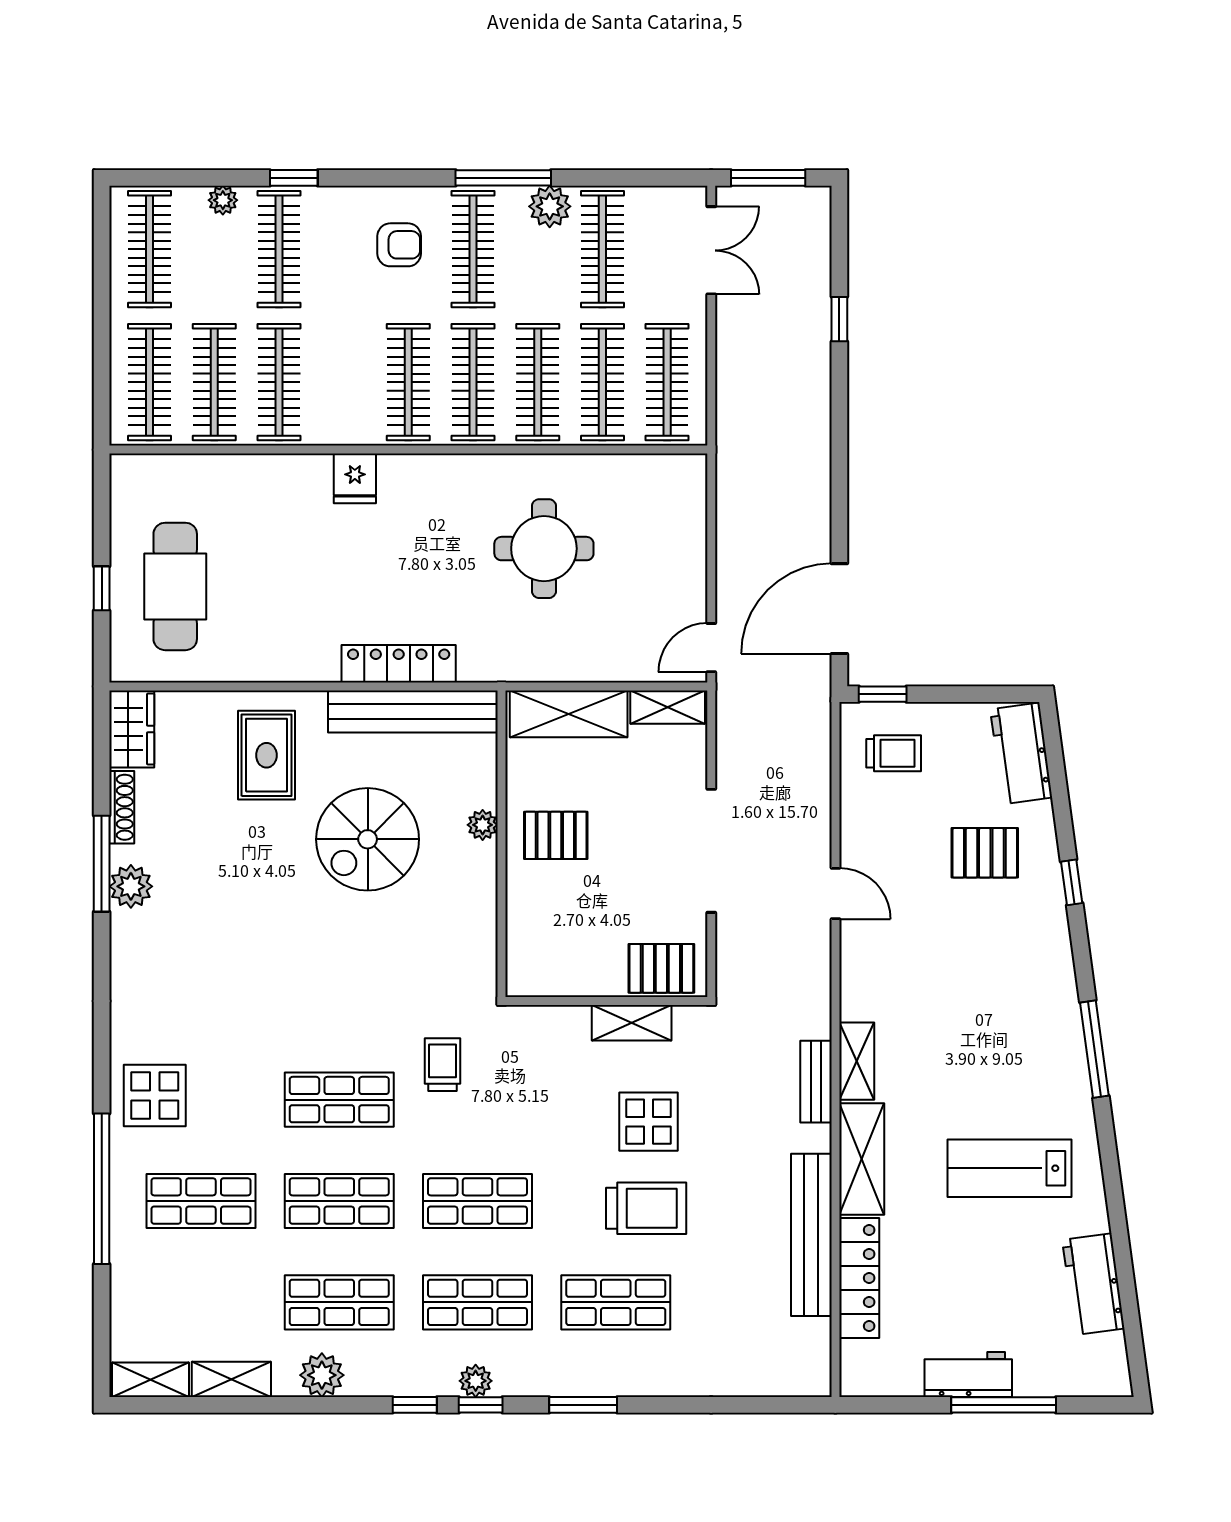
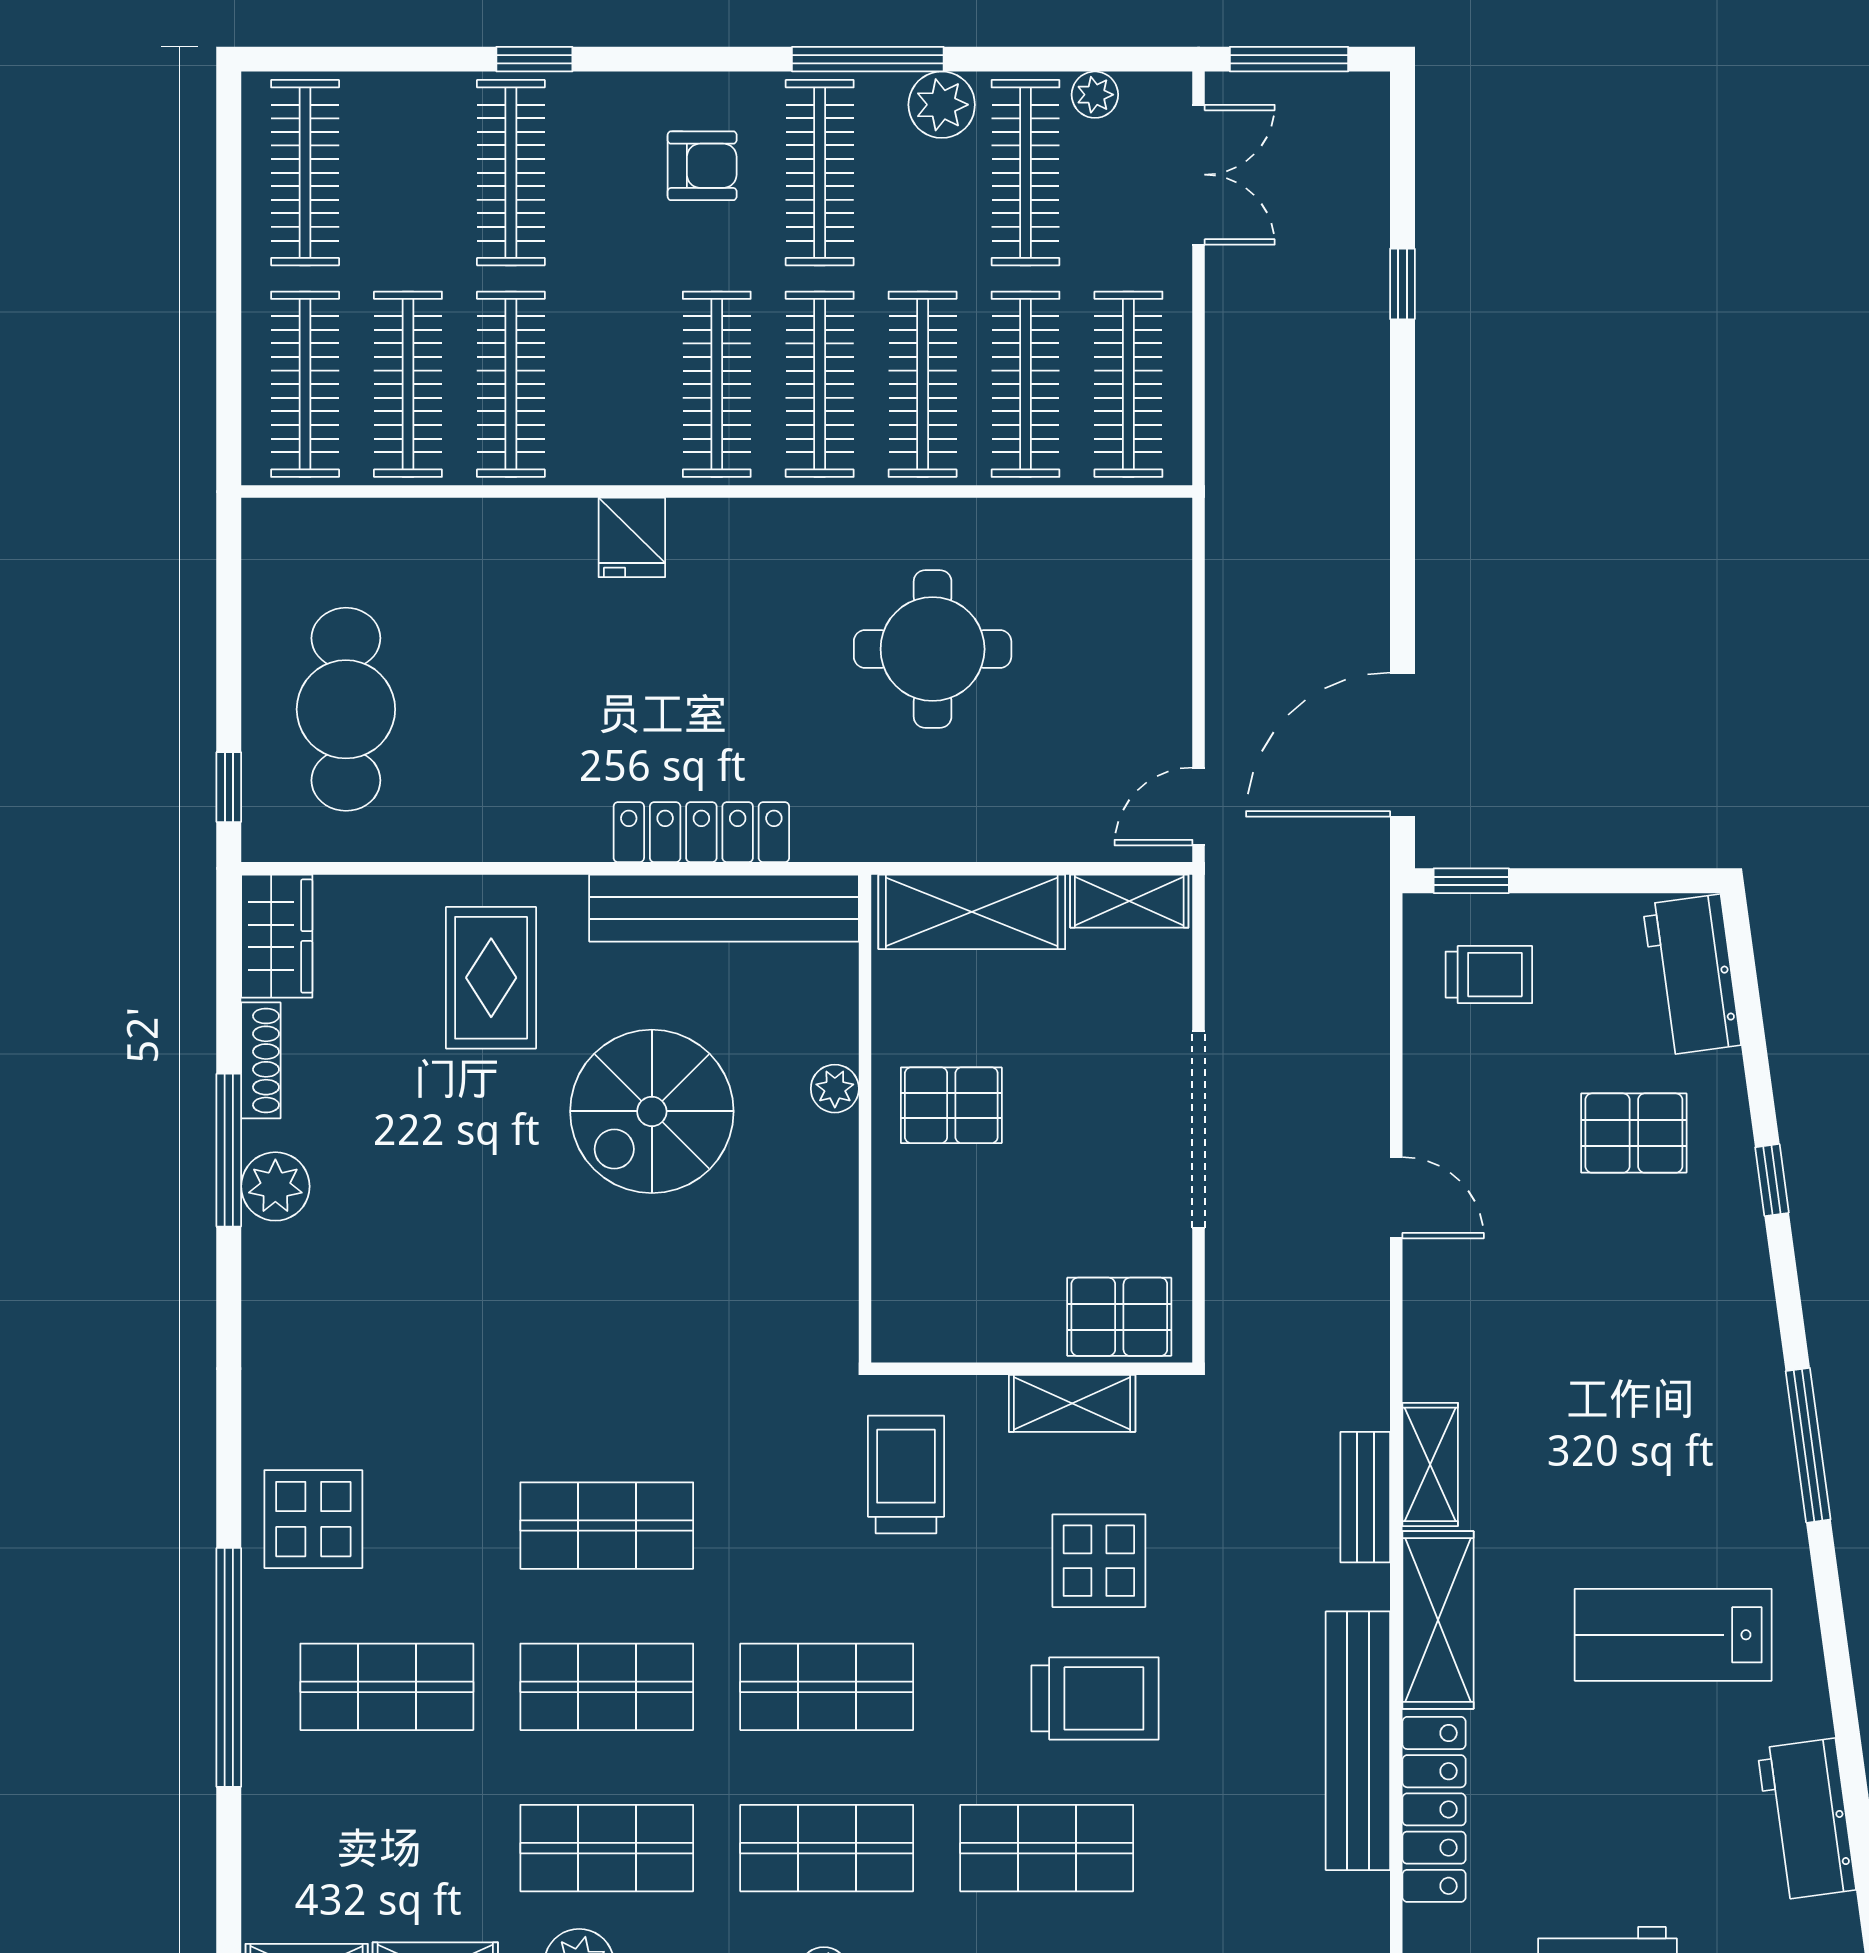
plant: (223, 200) -> (1095, 95), moved
window: (102, 588) -> (229, 787), moved
trolley: (443, 1065) -> (906, 1474), moved, width x1.36, depth x1.39

